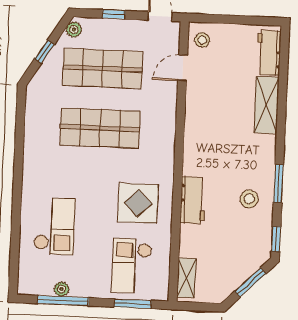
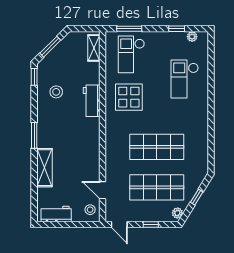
workbench: (269, 53) -> (56, 214), moved, turned -90
door: (183, 68) -> (102, 190), swing flipped
window: (278, 183) -> (34, 135), moved
stool: (249, 199) -> (56, 92), moved
checkout: (132, 266) -> (131, 54), turned 180
plant: (61, 289) -> (192, 37), moved
window: (63, 301) -> (177, 29), width x0.46

